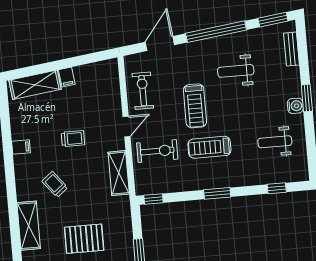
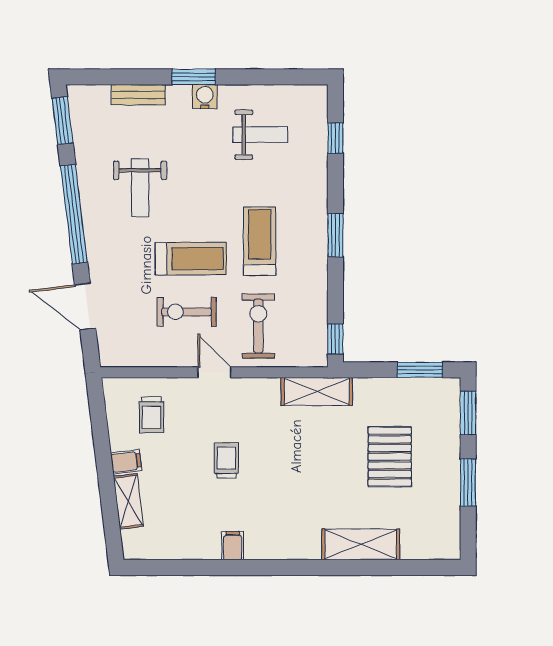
bench: (291, 49) -> (138, 95), moved
shelving: (35, 85) -> (128, 501), width x0.67, depth x0.75
exercise bike: (143, 91) -> (187, 312), moved
weight bench: (275, 142) -> (260, 135), turned -90
treadmill: (209, 147) -> (260, 241), turned 180
shelving: (119, 173) -> (317, 391), moved
trolley: (55, 184) -> (152, 415), moved, turned -51

